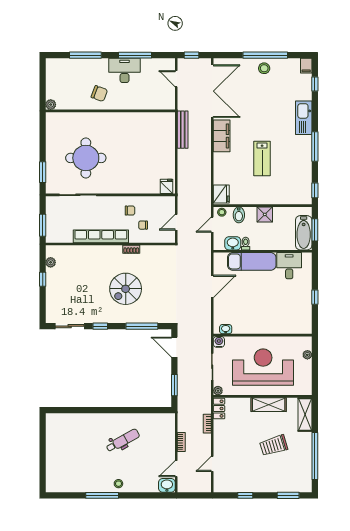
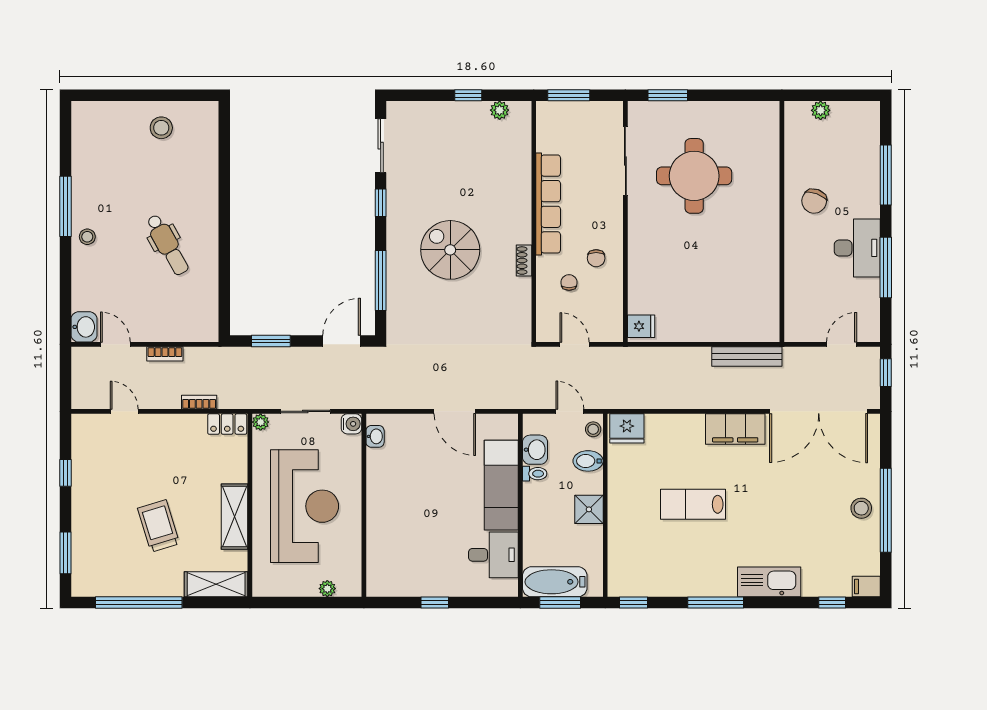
plant: (51, 105) -> (821, 110), moved
stool: (60, 444) -> (161, 128), added

